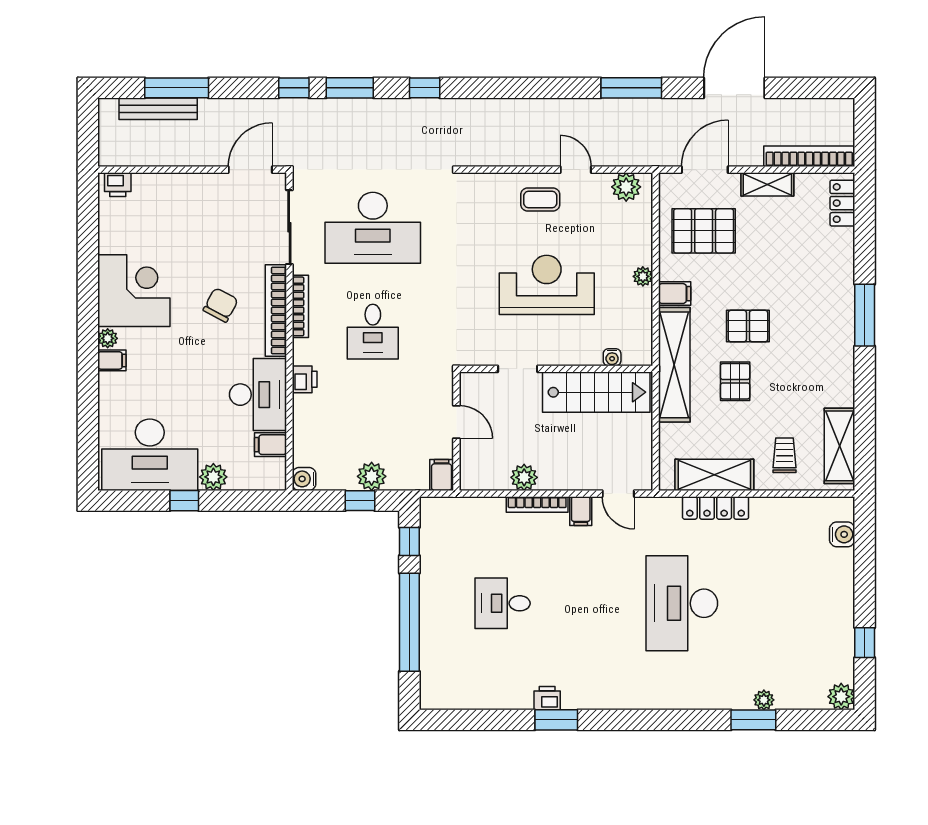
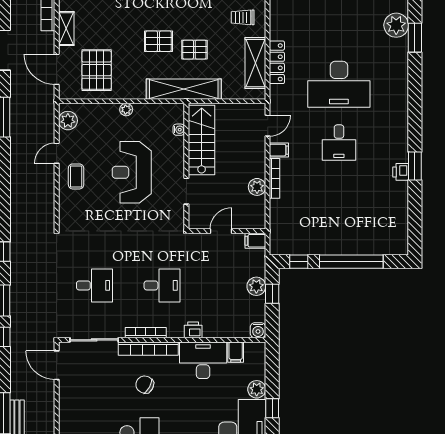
desk: (373, 228) -> (94, 285), width x0.53, depth x0.77
filing cabinet: (675, 294) -> (137, 89), removed
pallet: (748, 326) -> (158, 41), turned 90
desk: (503, 603) -> (339, 143), moved
plant: (764, 700) -> (396, 25), width x1.87, depth x1.87

